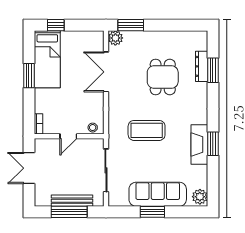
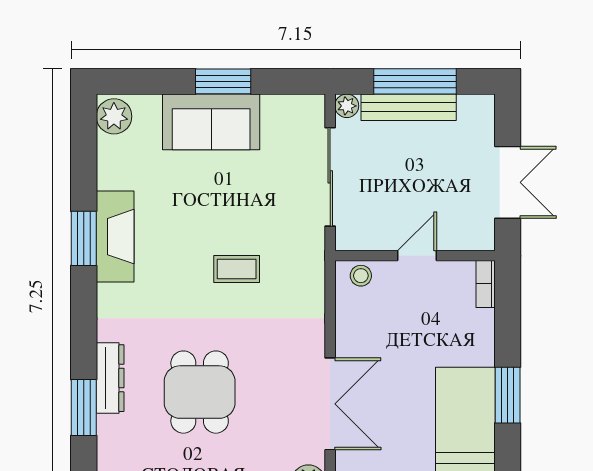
dresser: (202, 66) -> (110, 378), moved
coffee table: (147, 130) -> (237, 269), width x0.54, depth x0.58
sofa: (158, 194) -> (211, 122), width x0.73
plant: (99, 201) -> (347, 106), added

